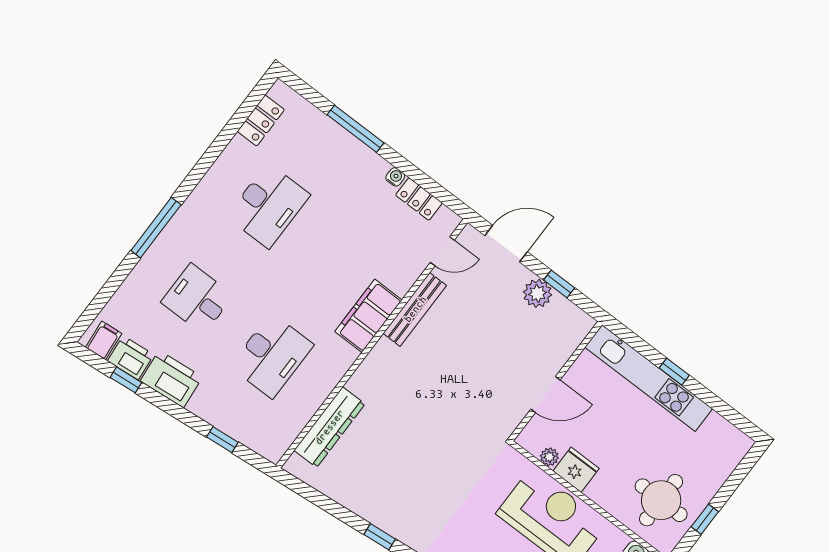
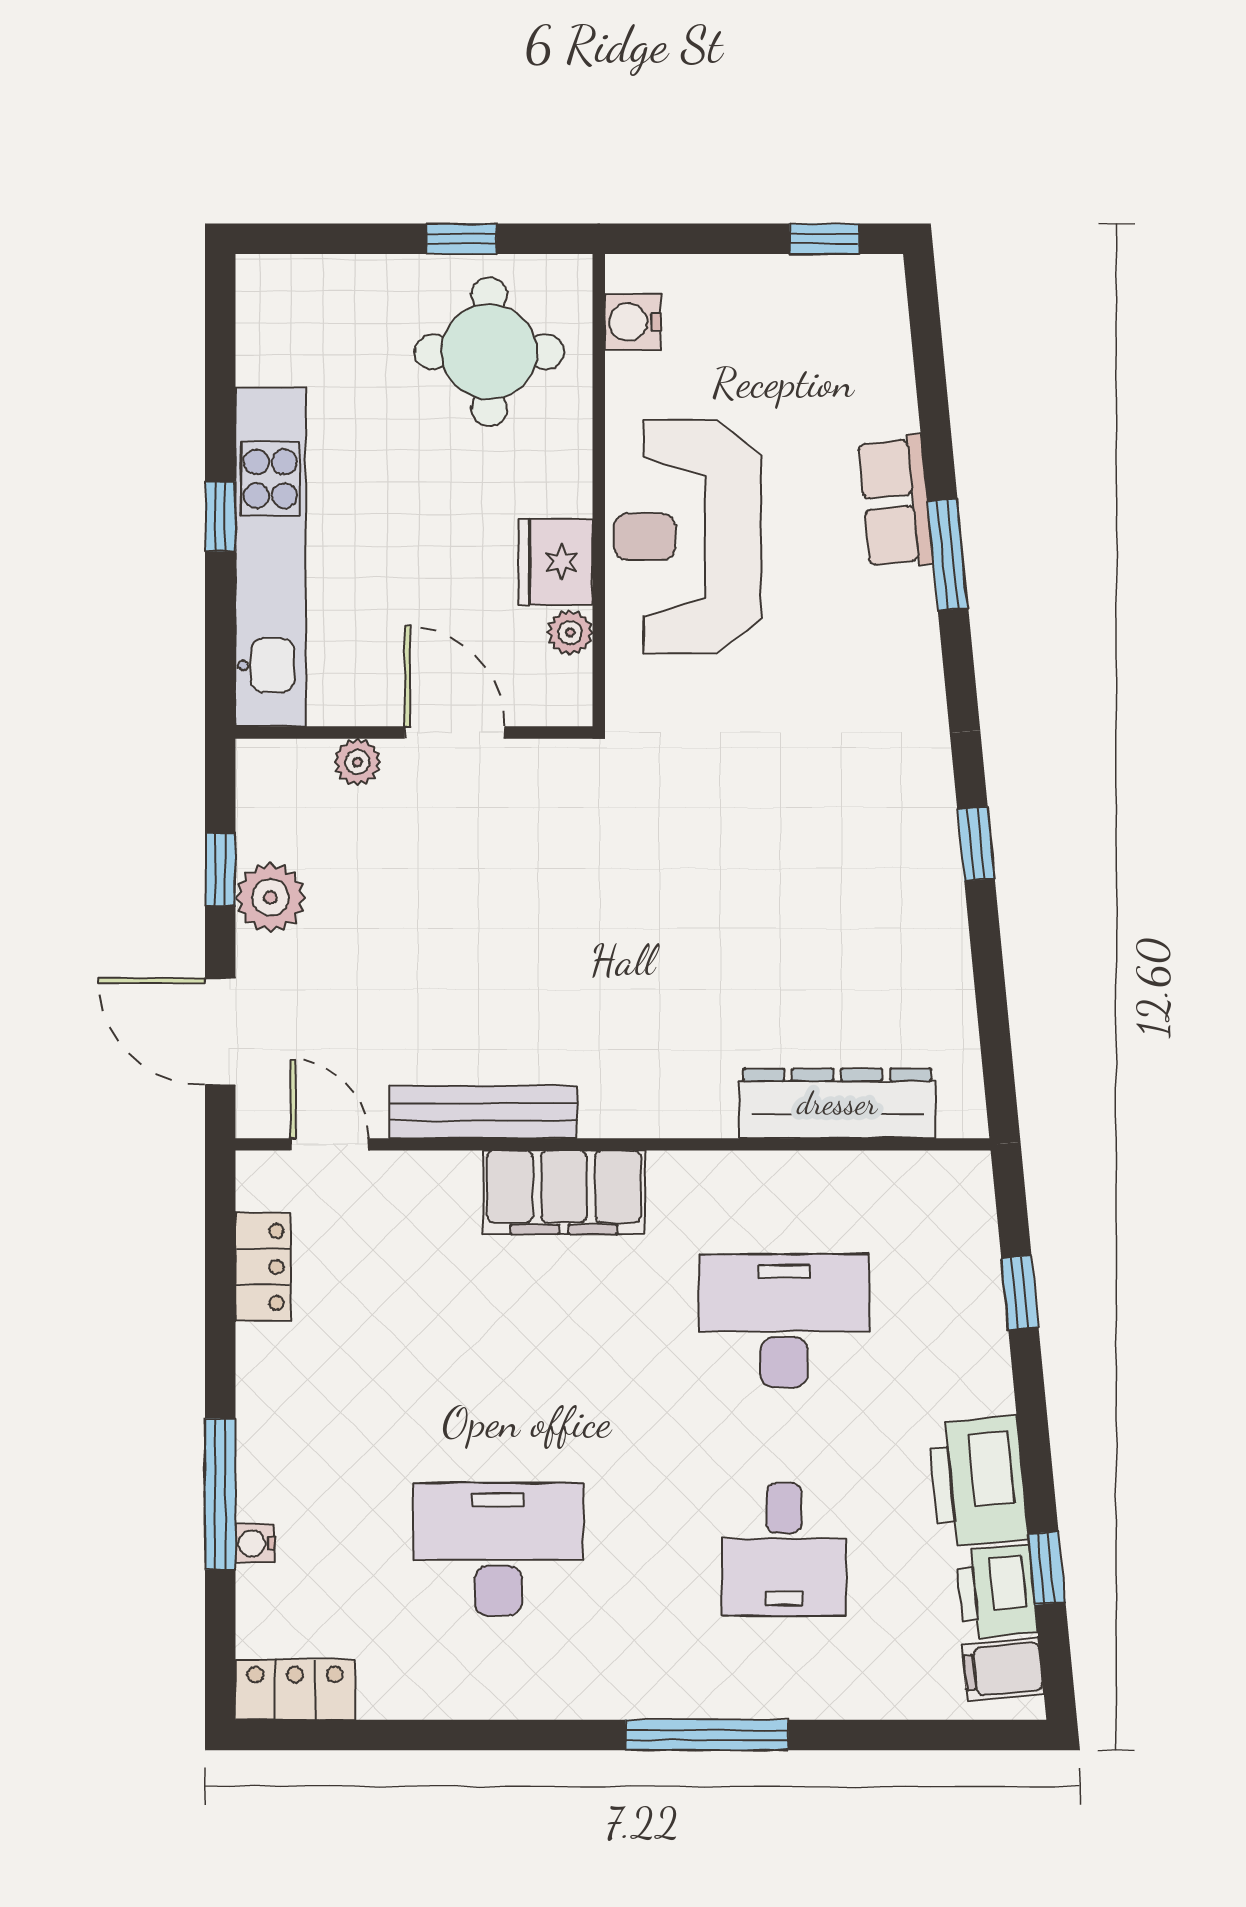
locker: (261, 121) -> (295, 1690), moved
water cooler: (395, 177) -> (255, 1543), moved
plant: (560, 355) -> (357, 762), added

